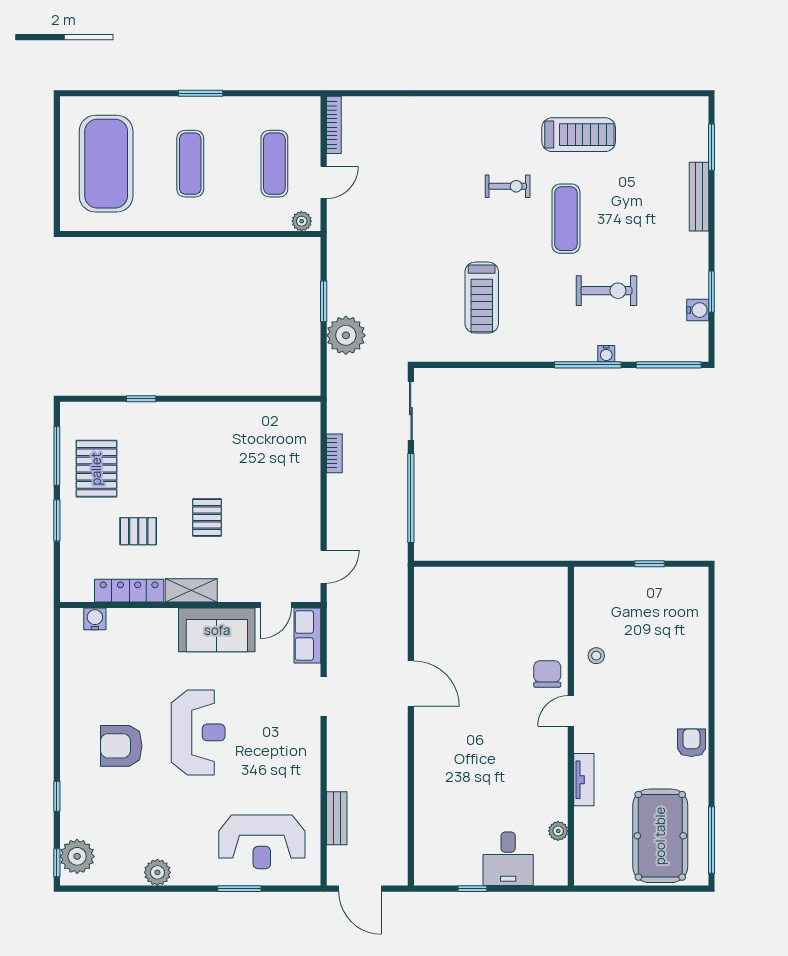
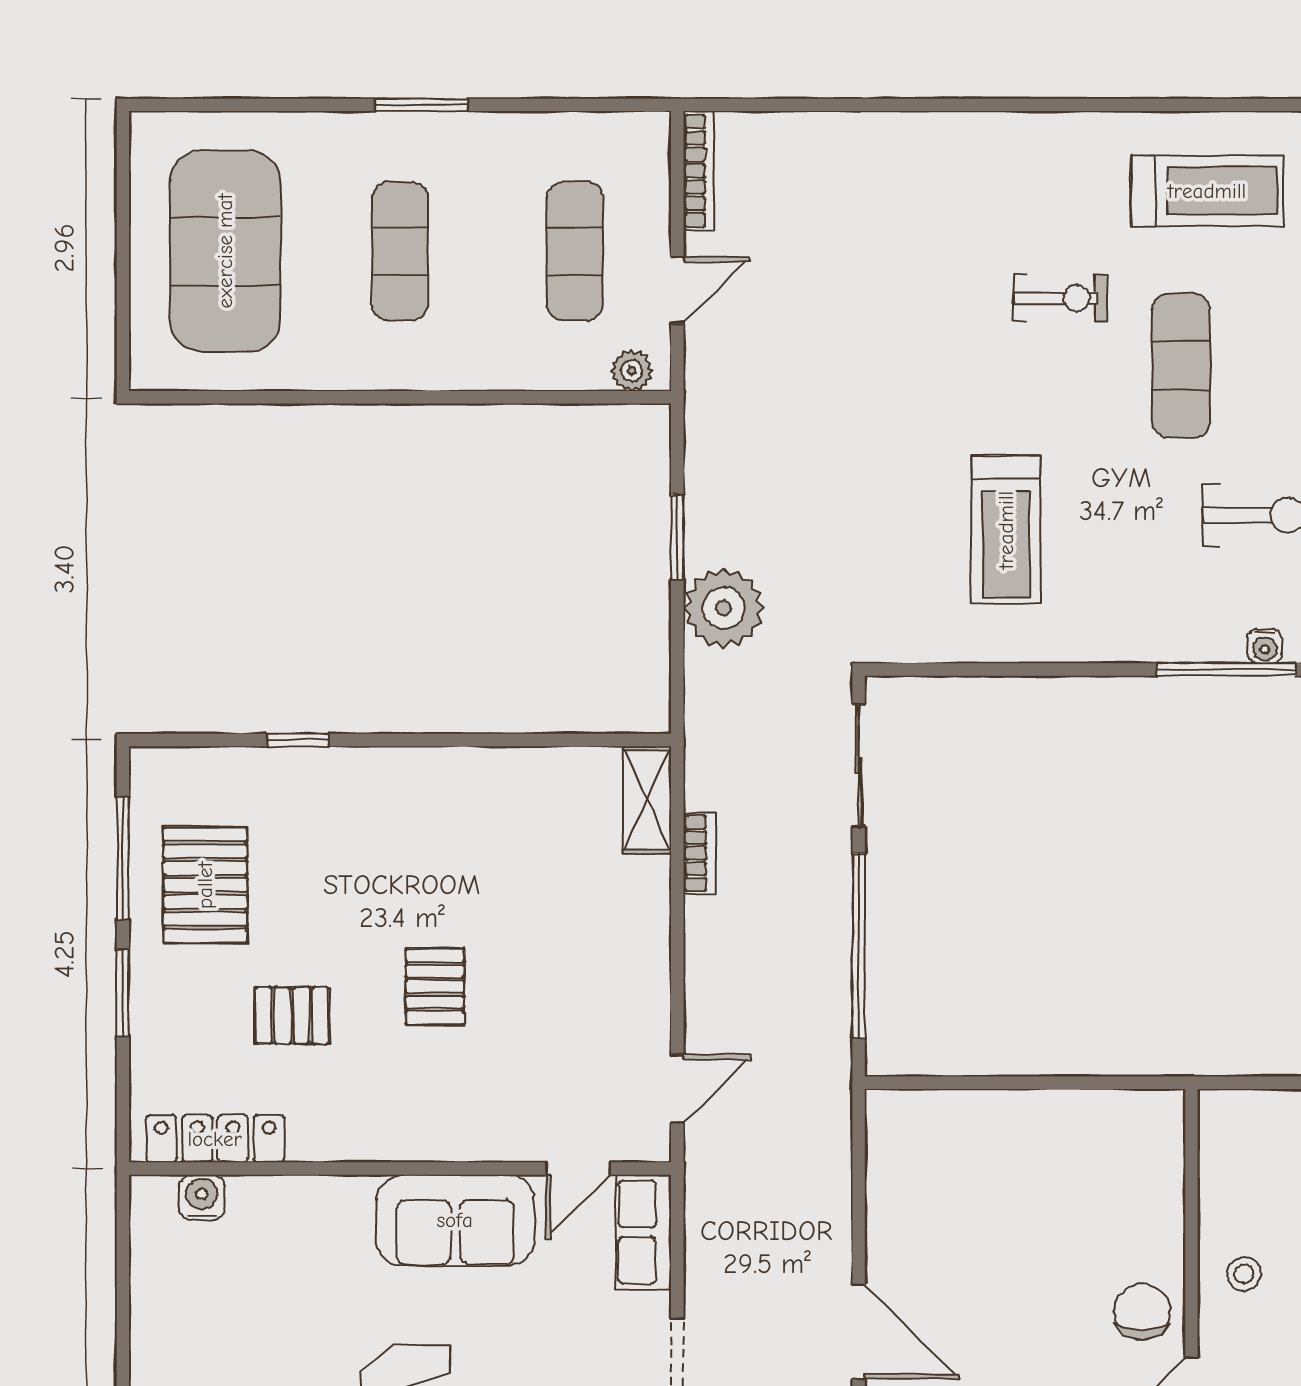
shelving: (191, 590) -> (647, 800), moved, turned 90
locker: (129, 591) -> (215, 1139), moved

